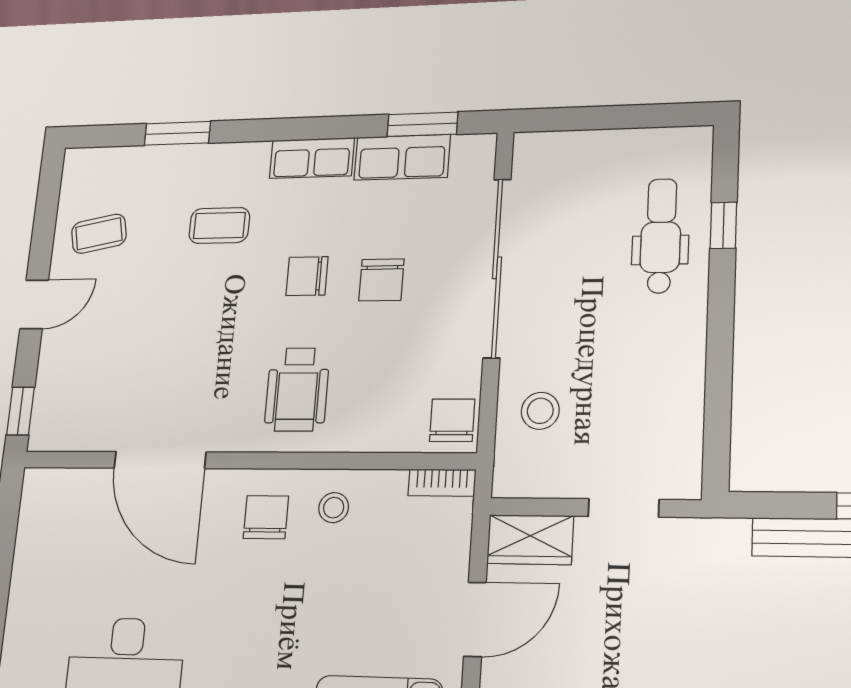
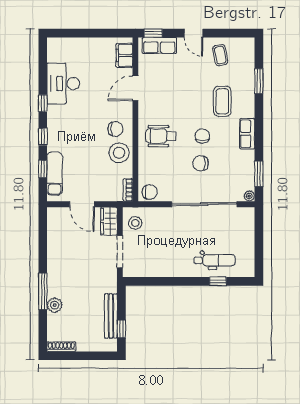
plant: (482, 147) -> (249, 196), added
row of seats: (402, 157) -> (159, 45), moved, turned -90
coffee table: (219, 225) -> (222, 101), width x1.36, depth x1.30
stool: (540, 411) -> (135, 223), moved
door: (160, 460) -> (135, 88), width x0.73
filing cabinet: (69, 490) -> (124, 55), added
stool: (334, 508) -> (119, 153), width x1.89, depth x1.89
doorway: (624, 508) -> (120, 252), width x1.38

